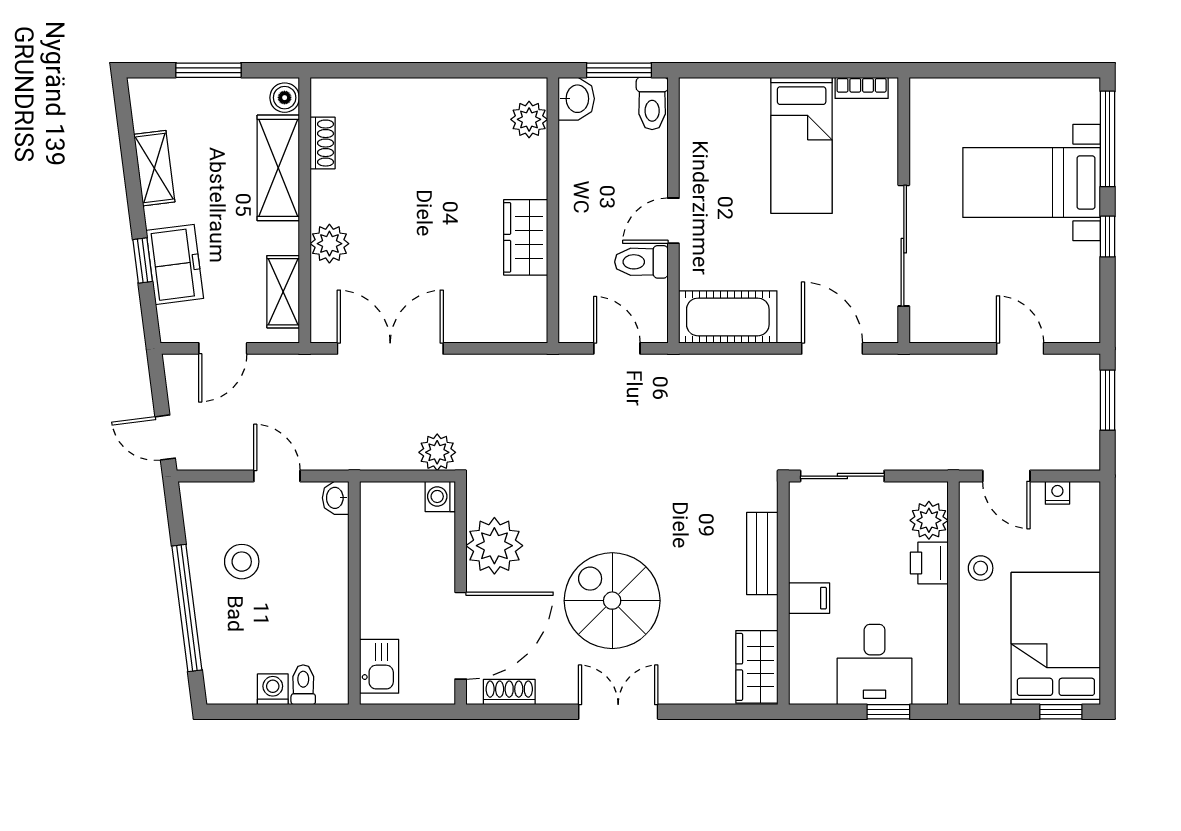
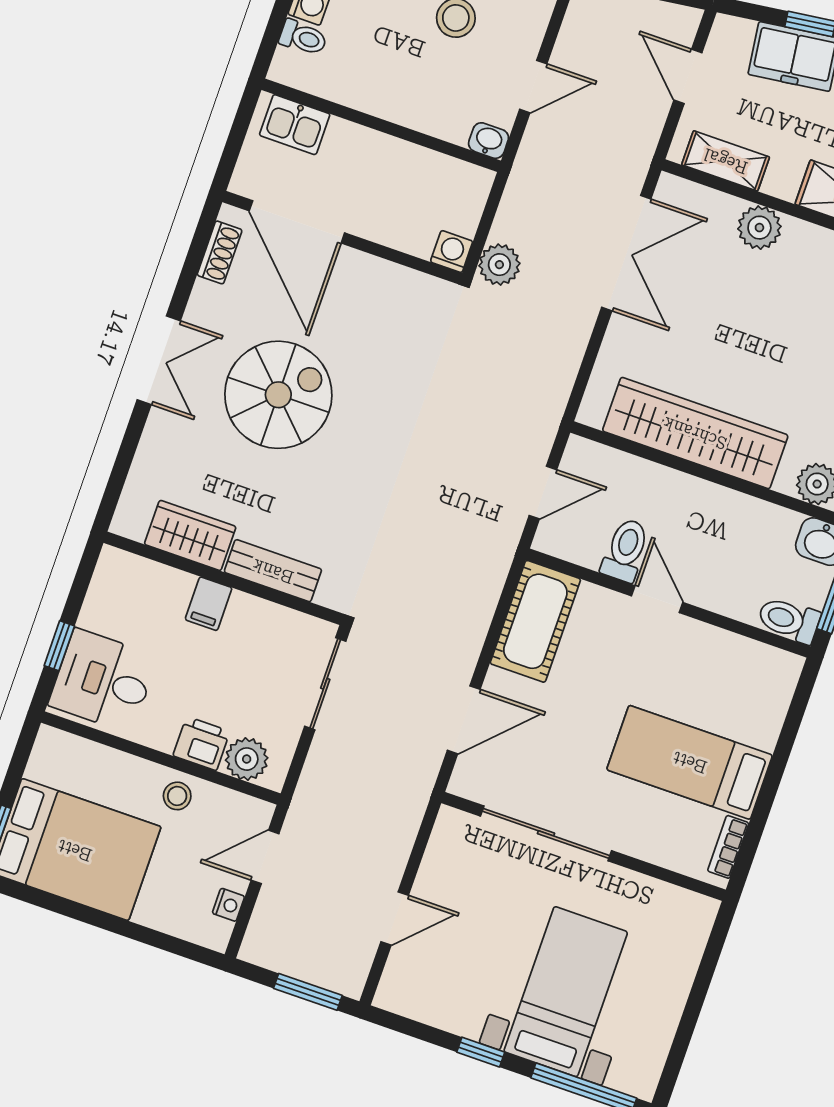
wardrobe: (526, 237) -> (695, 433), width x2.10, depth x1.17
plant: (494, 546) -> (380, 291), removed
desk: (875, 664) -> (103, 681), moved
wardrobe: (757, 667) -> (190, 535), moved

